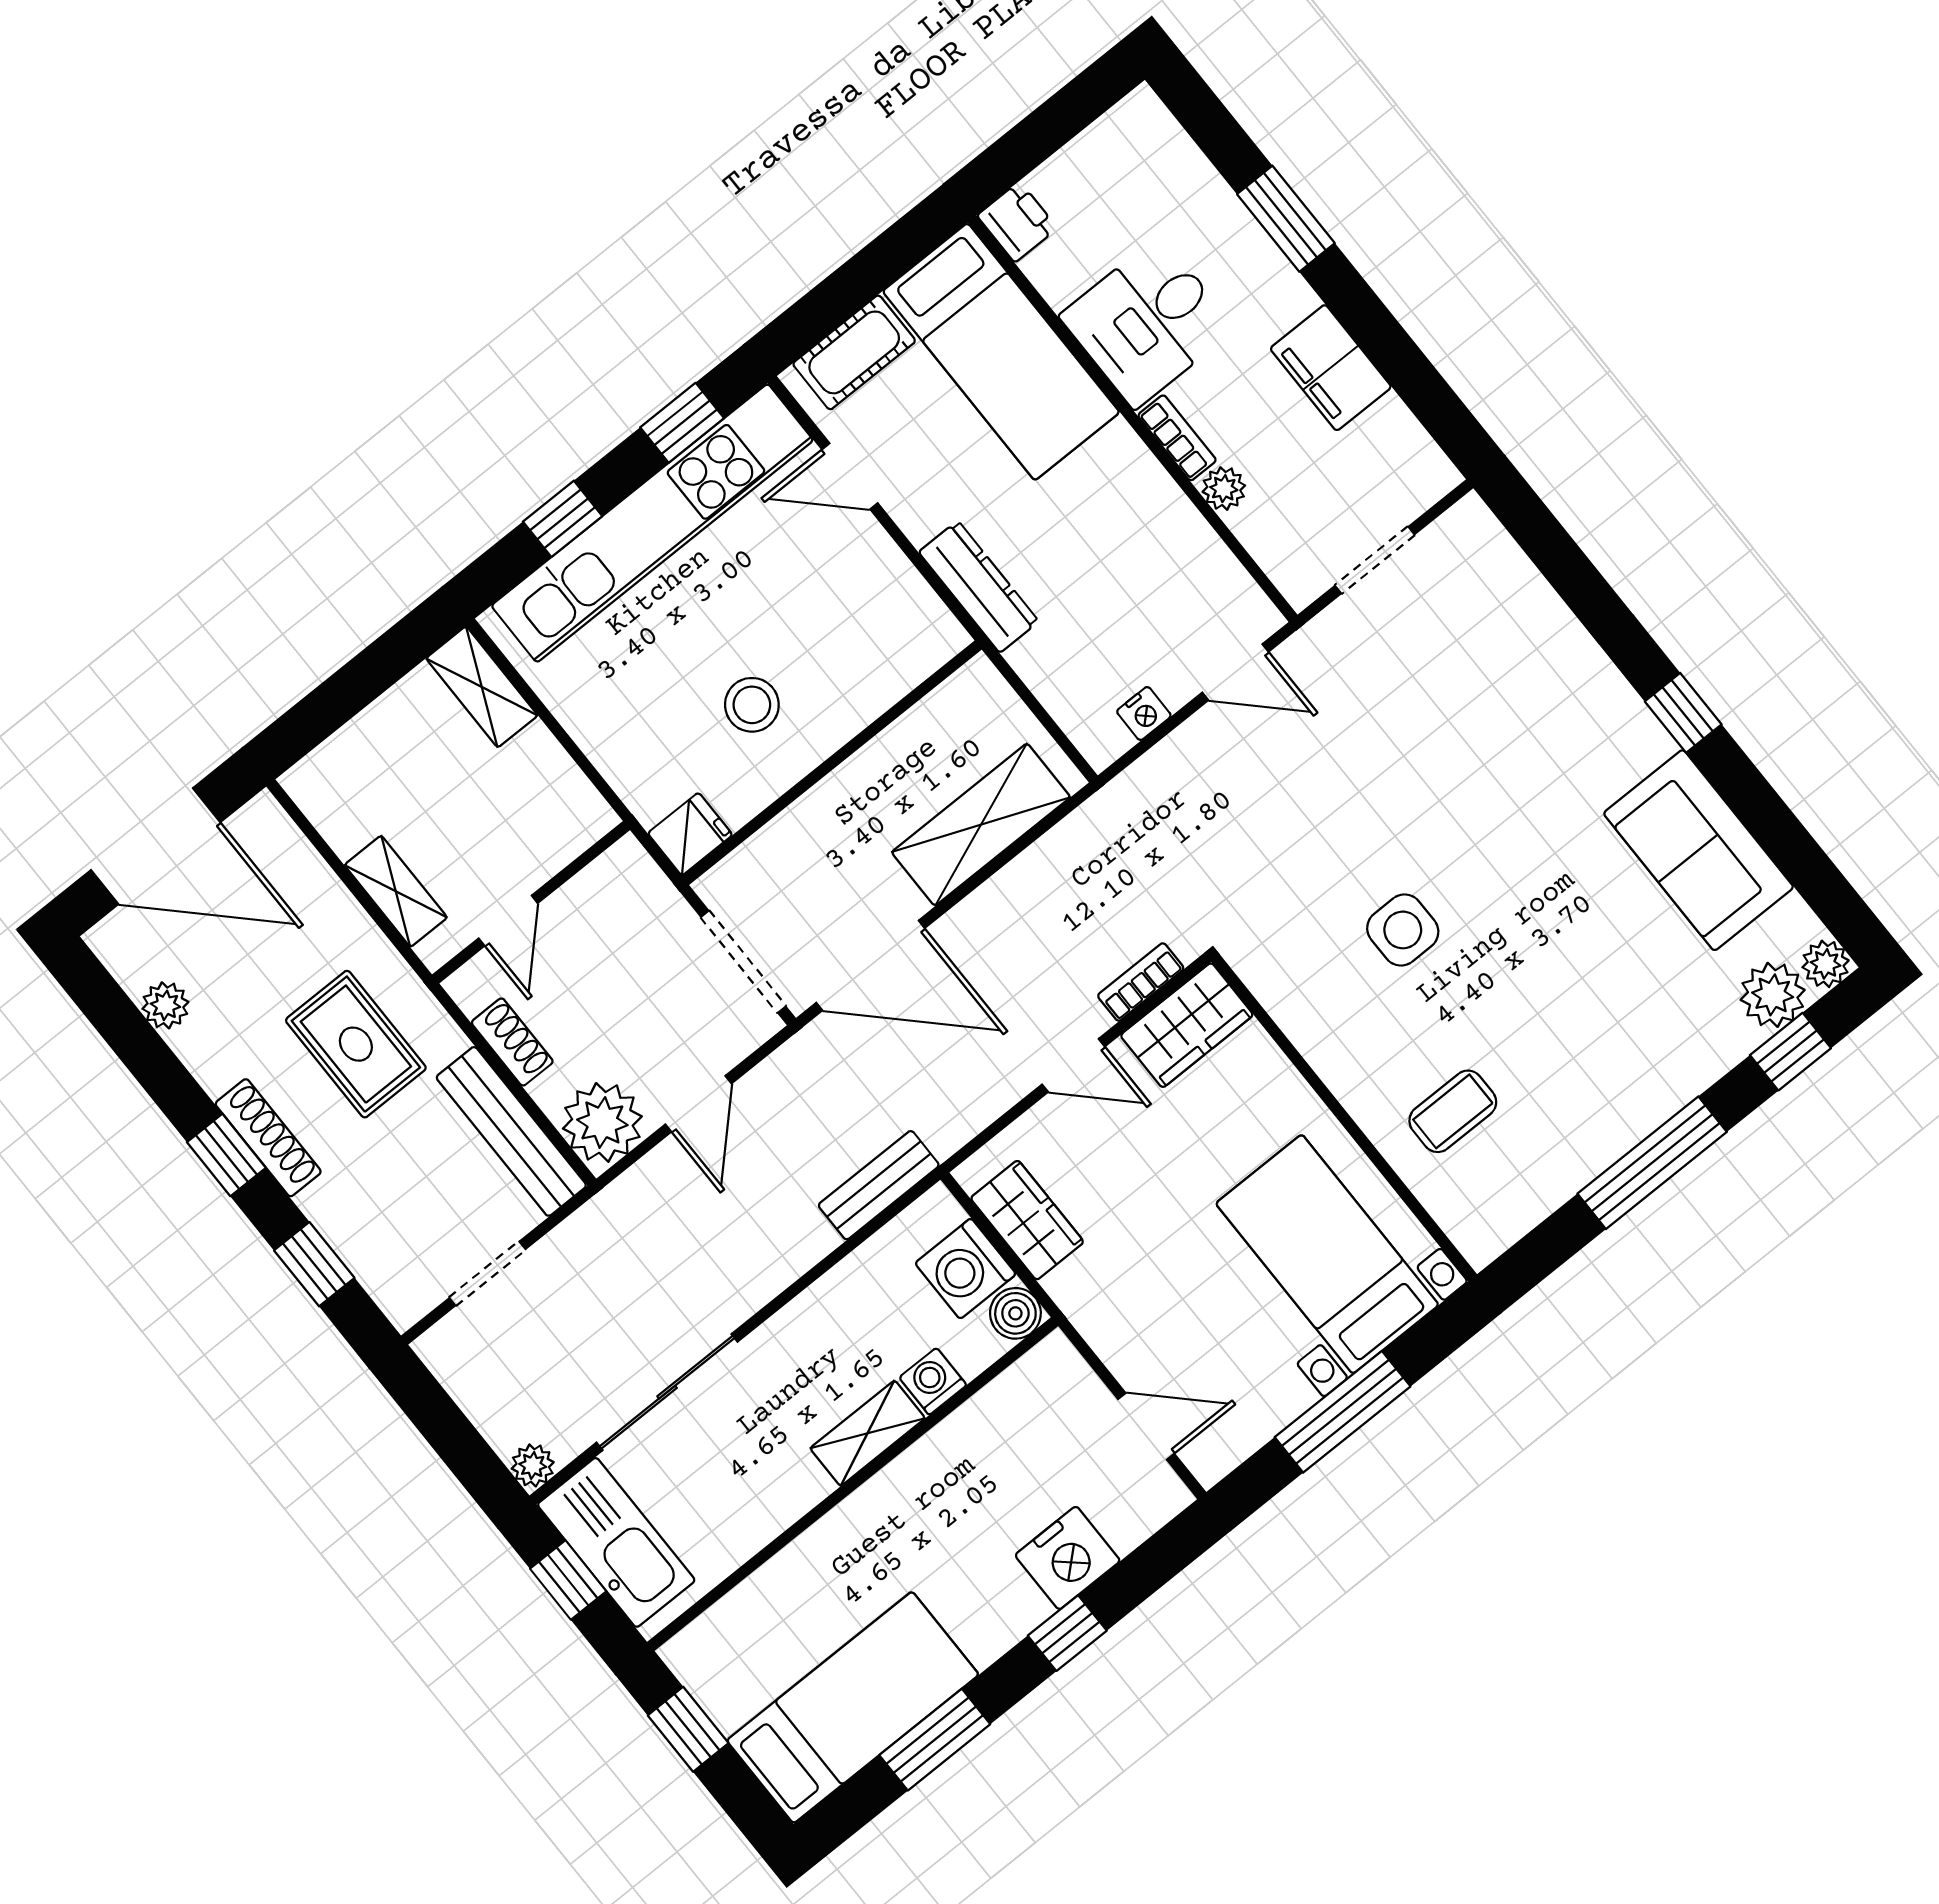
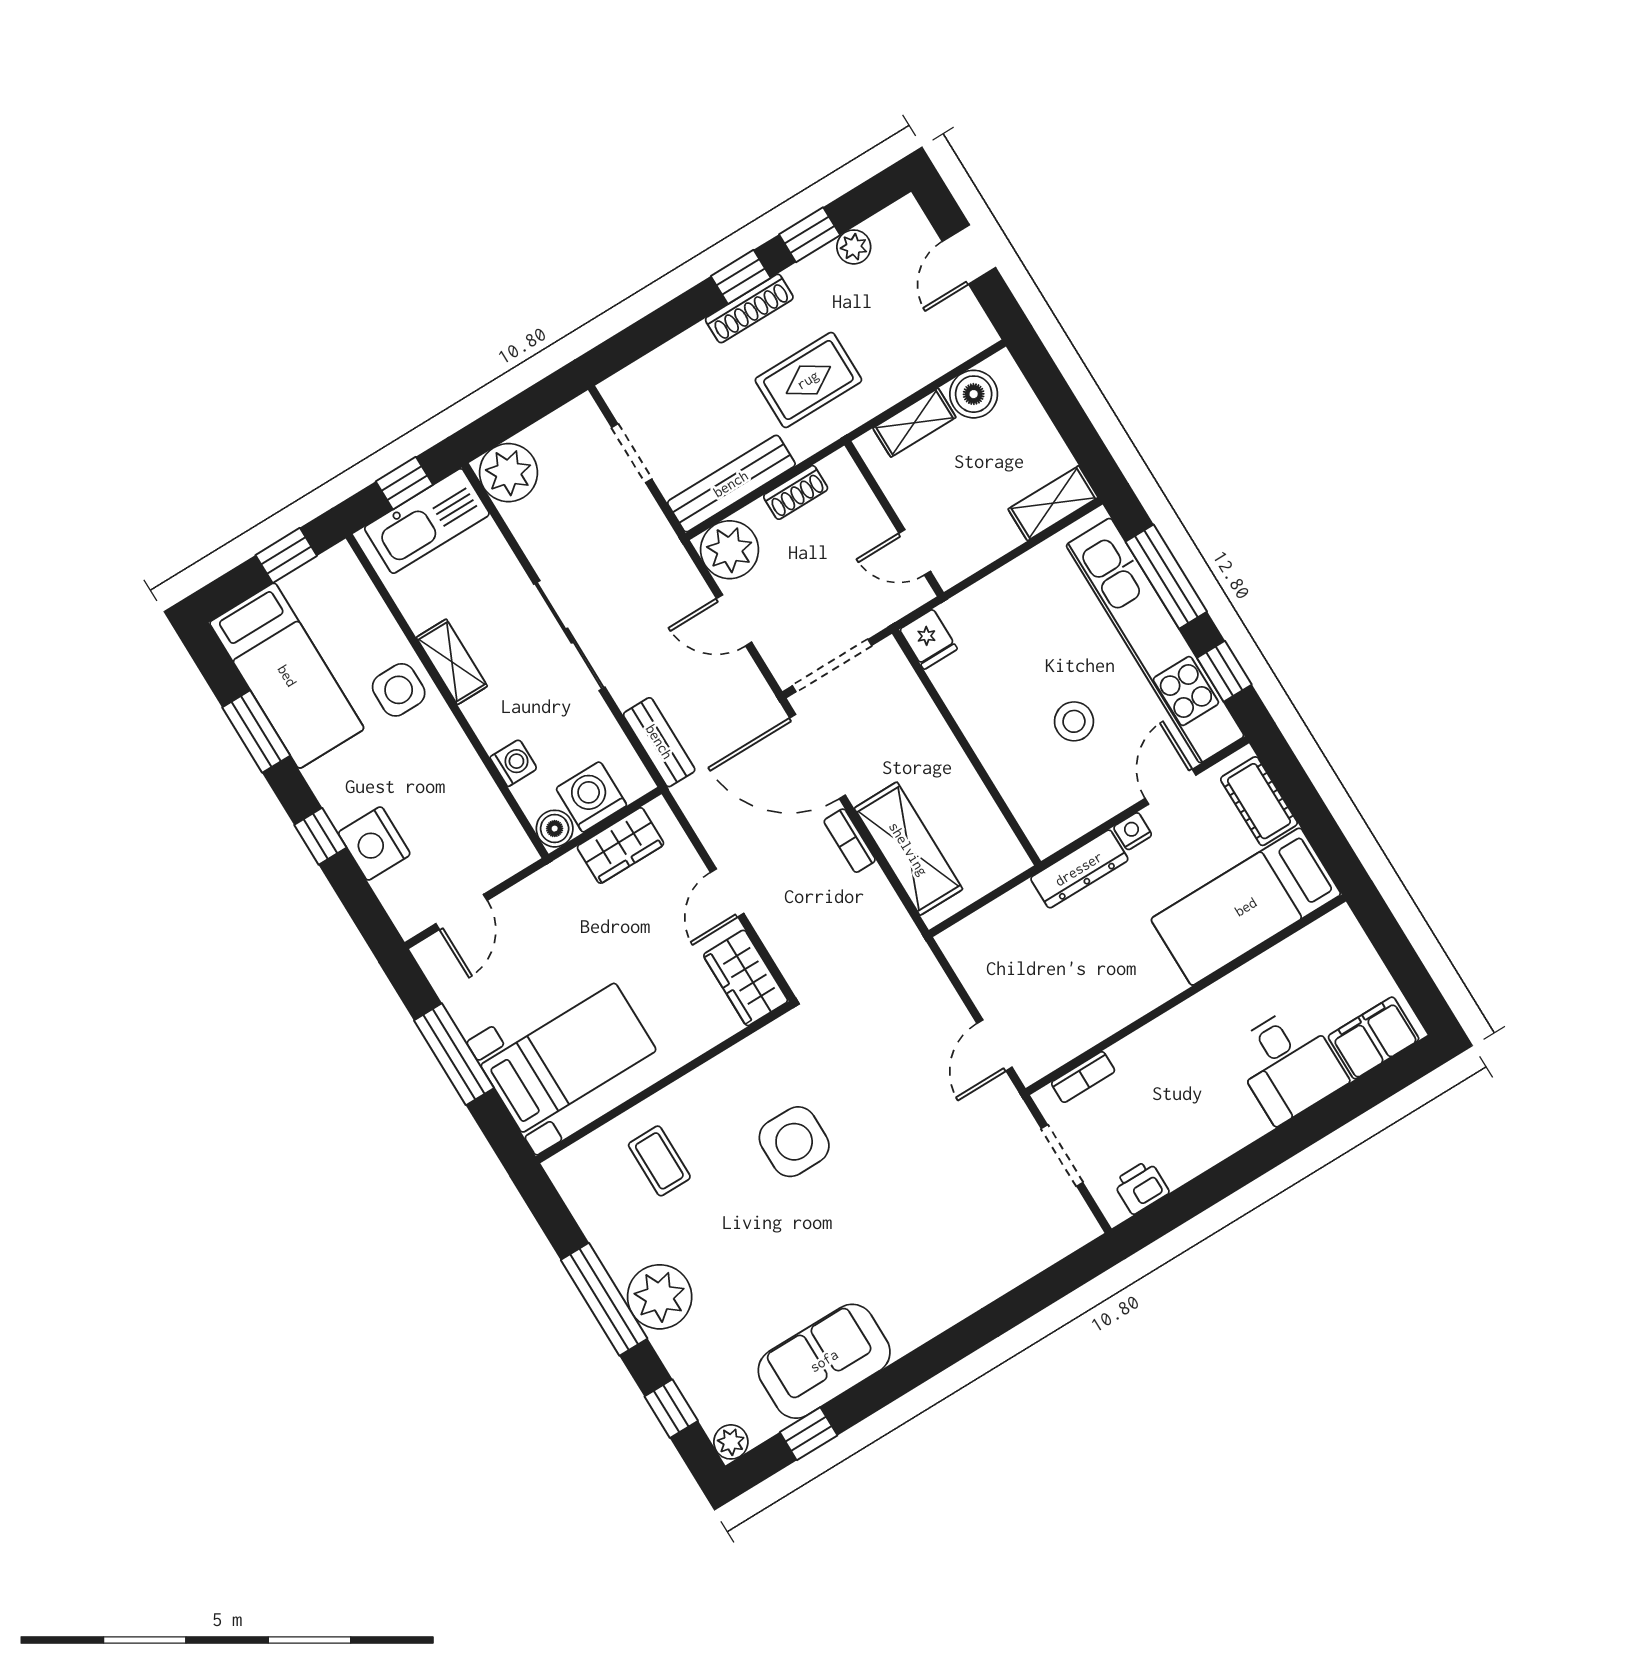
window: (1286, 219) -> (1315, 1123), removed
printer: (1017, 222) -> (1141, 1187), moved, turned 180
desk: (1147, 322) -> (1288, 1064), moved, turned 180
filing cabinet: (1331, 368) -> (1374, 1038), moved
bookcase: (1177, 438) -> (1083, 1077), moved
plant: (1224, 489) -> (1127, 1054), removed
window: (563, 519) -> (1166, 577), width x2.17
stool: (752, 705) -> (1074, 721), moved
nightstand: (1144, 713) -> (1133, 831), moved, turned 90
window: (1683, 713) -> (809, 1434), moved
boiler: (346, 815) -> (974, 394), added
door: (156, 846) -> (969, 255), width x0.53
door: (508, 921) -> (915, 552), moved
side table: (1403, 930) -> (794, 1142), width x1.37, depth x1.37
door: (870, 966) -> (817, 756), hinge flipped
bookcase: (1141, 982) -> (850, 841), moved, turned 180
plant: (1773, 995) -> (660, 1297), moved, width x1.36, depth x1.36
window: (314, 1264) -> (810, 235), moved
sliding door: (667, 1392) -> (569, 636), moved
shelving: (868, 1433) -> (452, 662), moved
plant: (533, 1465) -> (508, 473), width x1.87, depth x1.87
side table: (853, 1552) -> (399, 690), added

